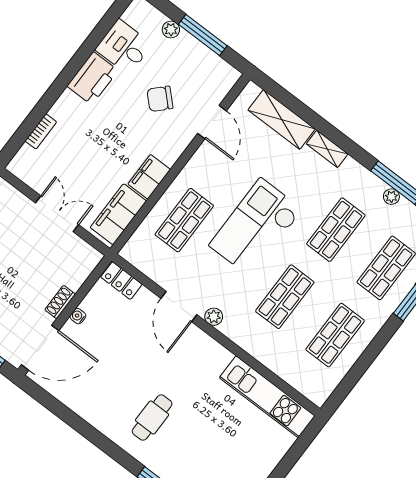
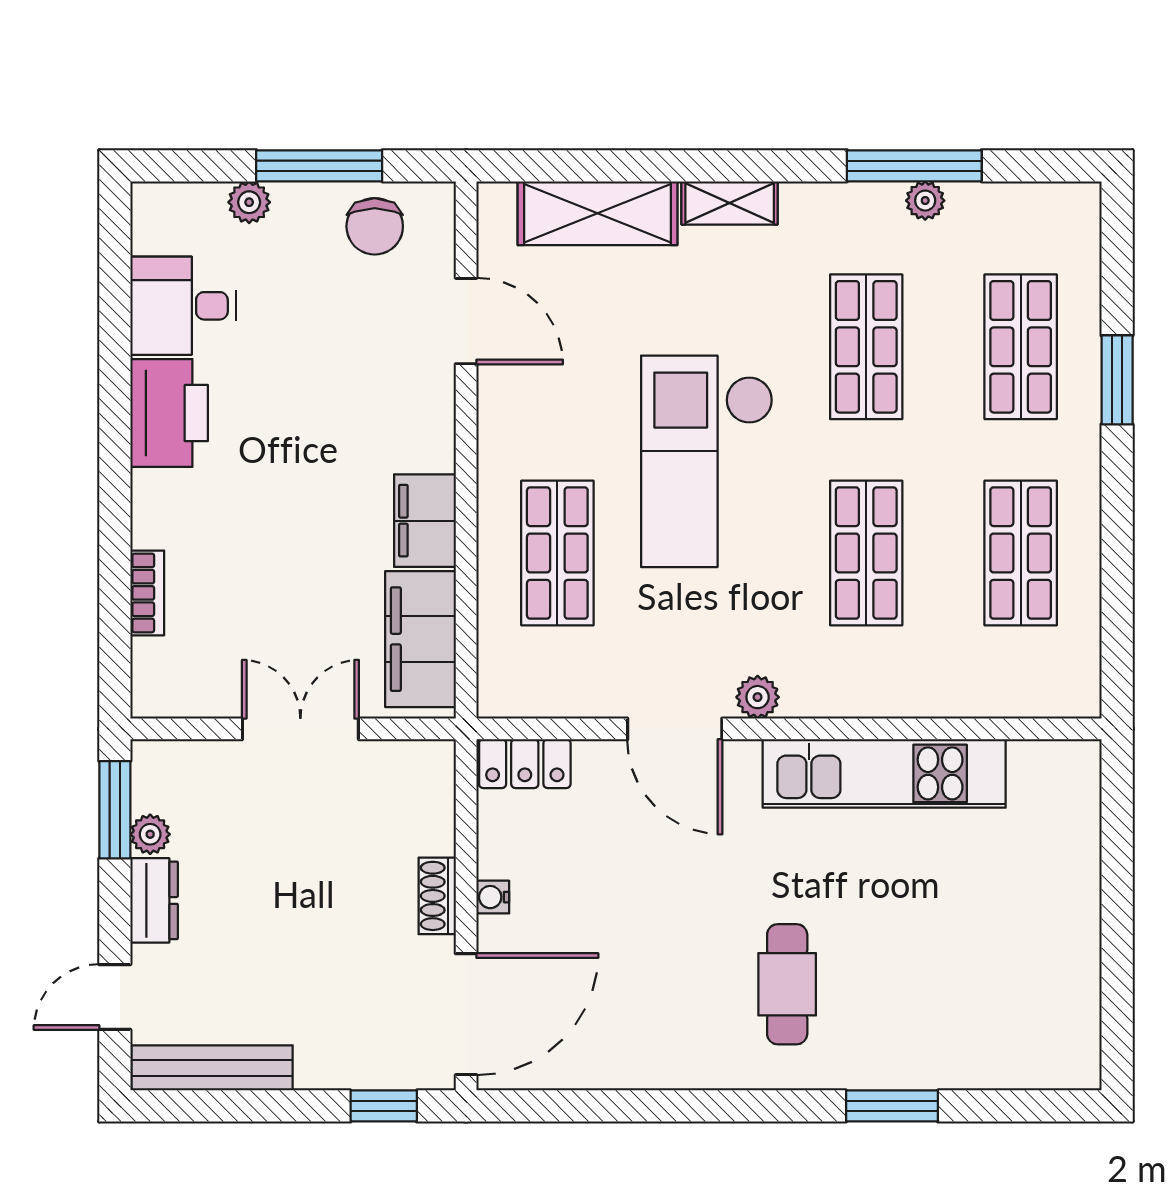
chair: (160, 99) -> (375, 226), moved, turned -44
kitchen unit: (267, 397) -> (884, 773), moved

